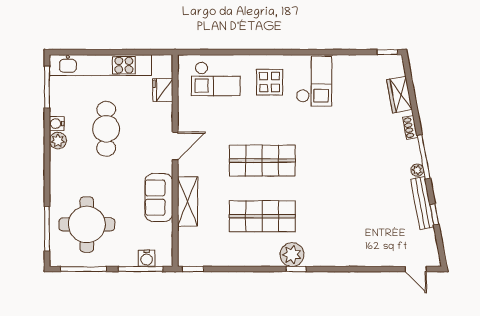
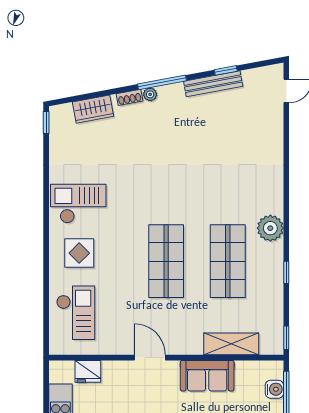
plant: (417, 170) -> (150, 94), moved
shelving: (188, 202) -> (231, 344), moved
window: (296, 269) -> (286, 272), moved

